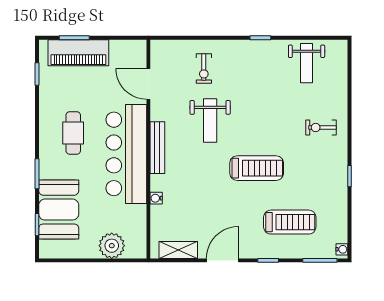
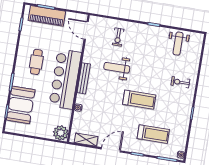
door: (148, 84) -> (86, 30), moved
weight bench: (210, 121) -> (117, 68), turned 90
plant: (112, 246) -> (61, 133), moved

